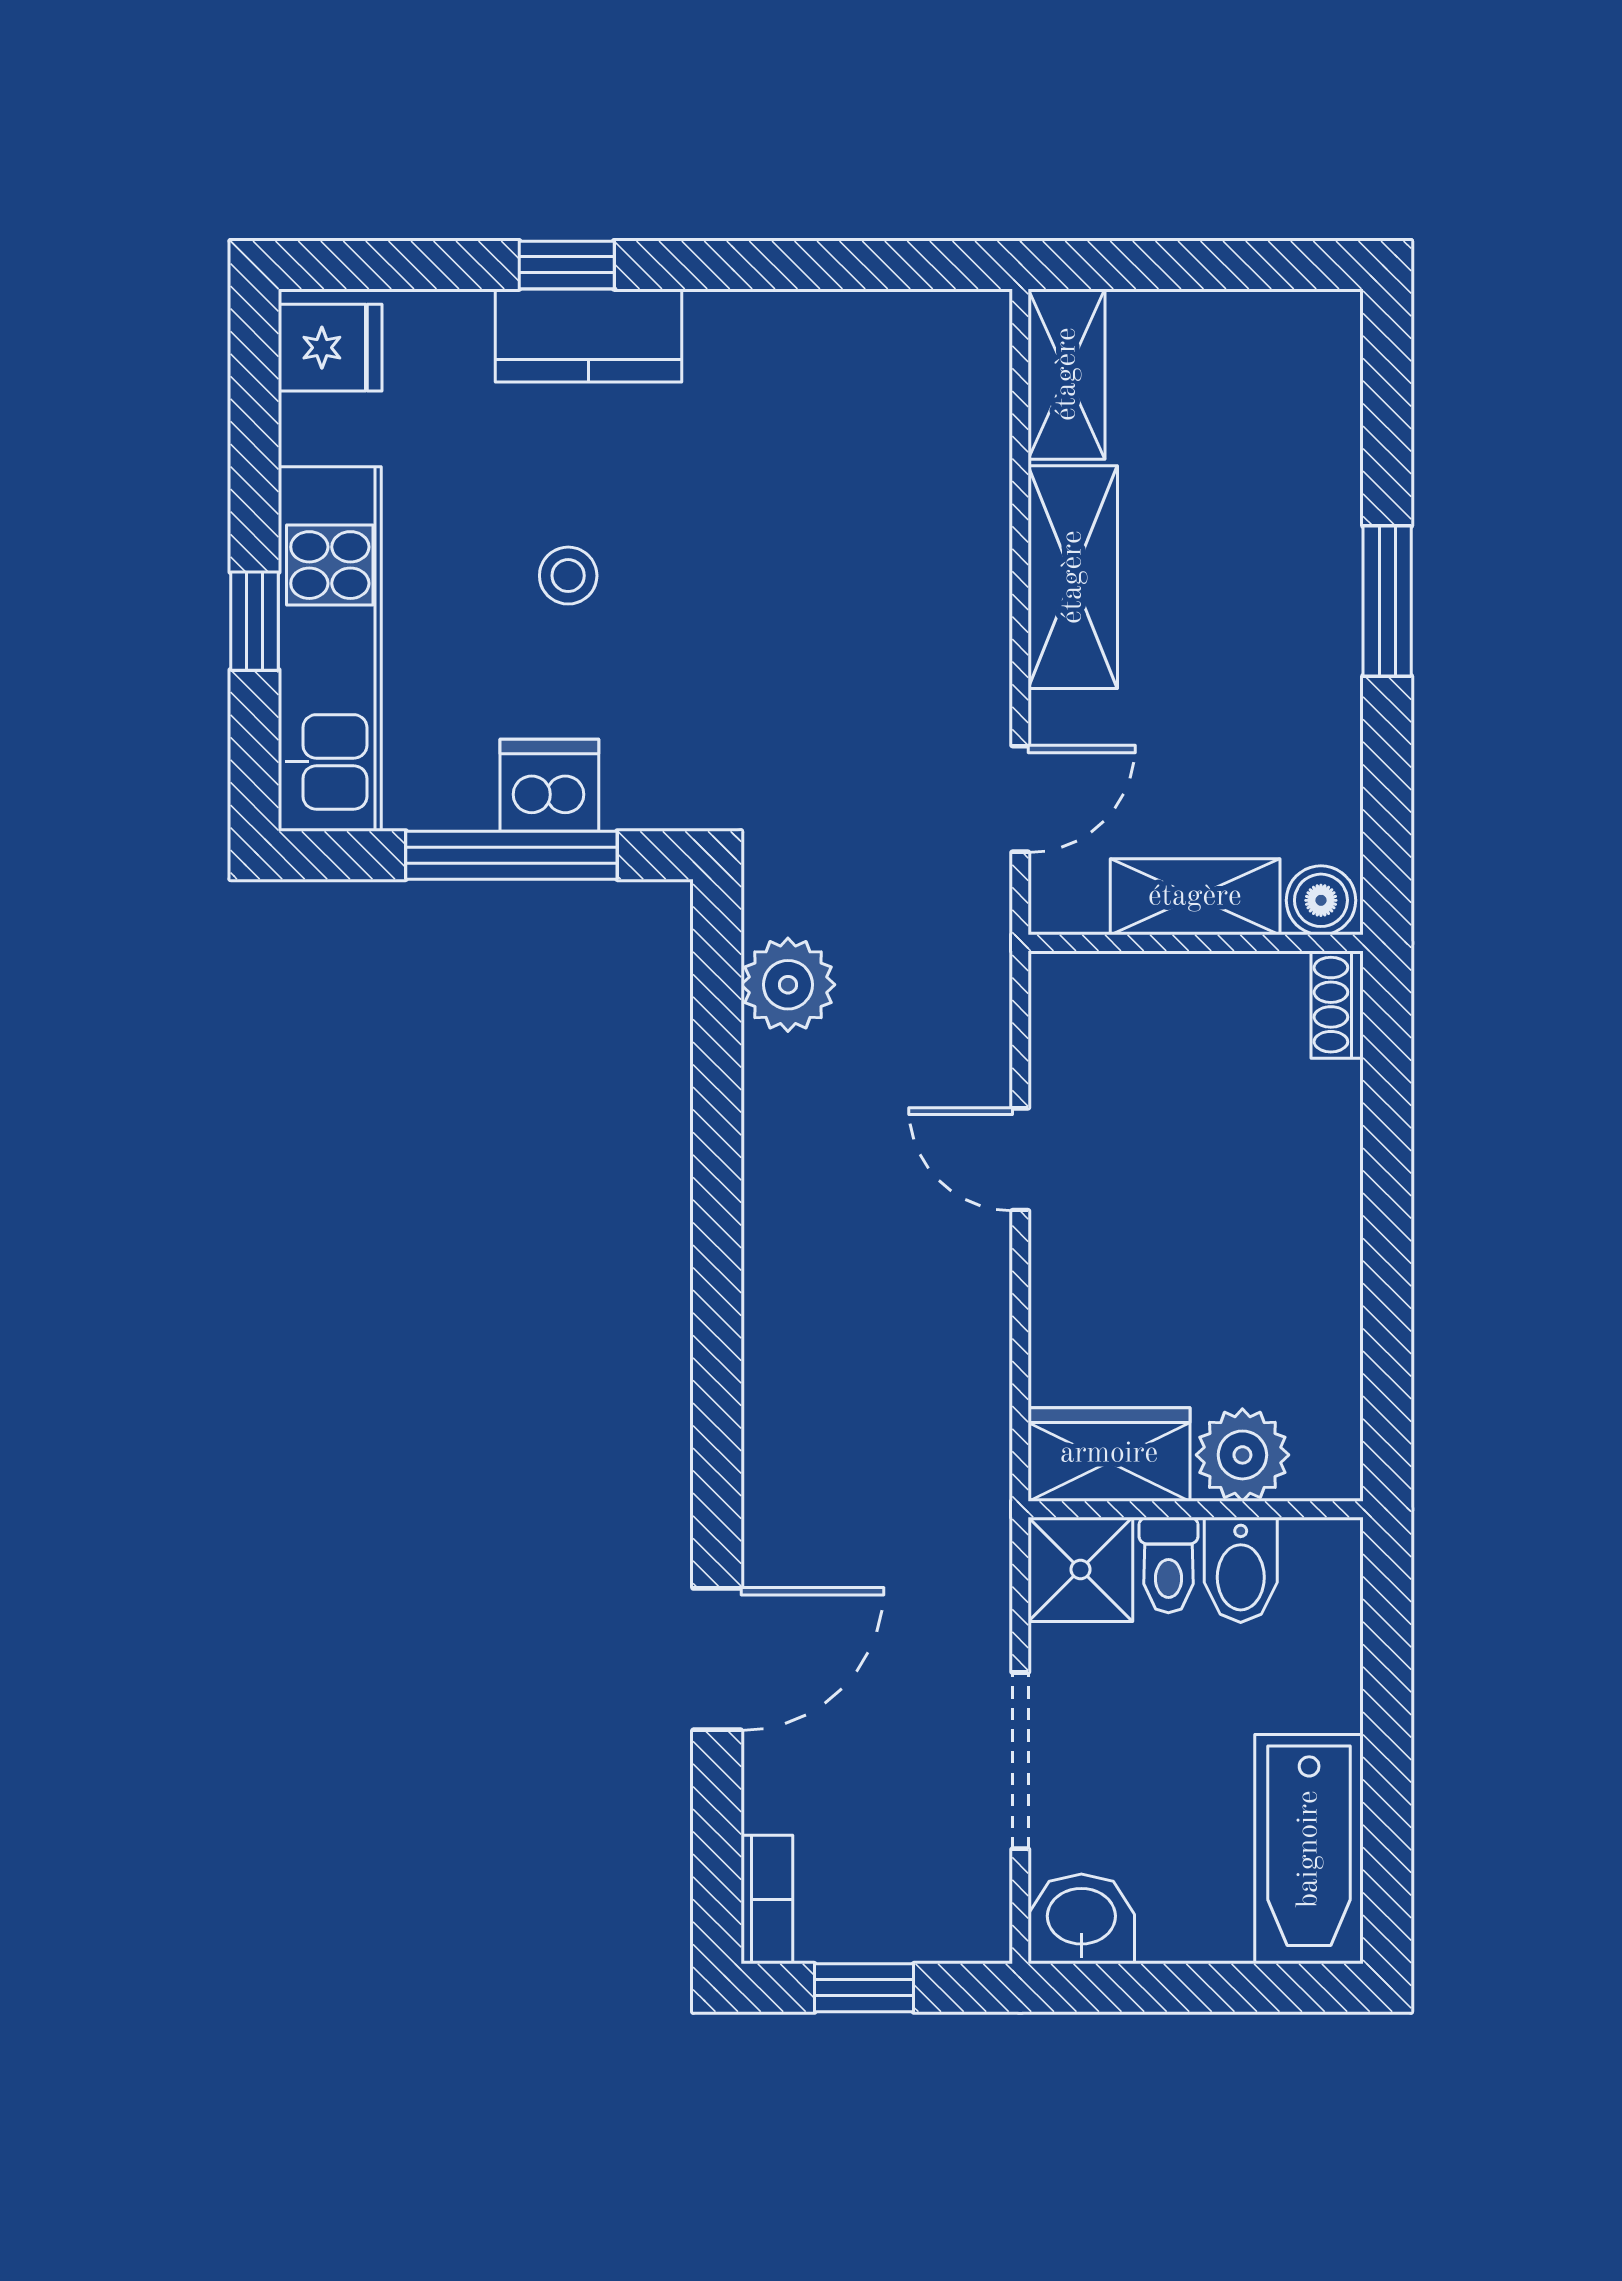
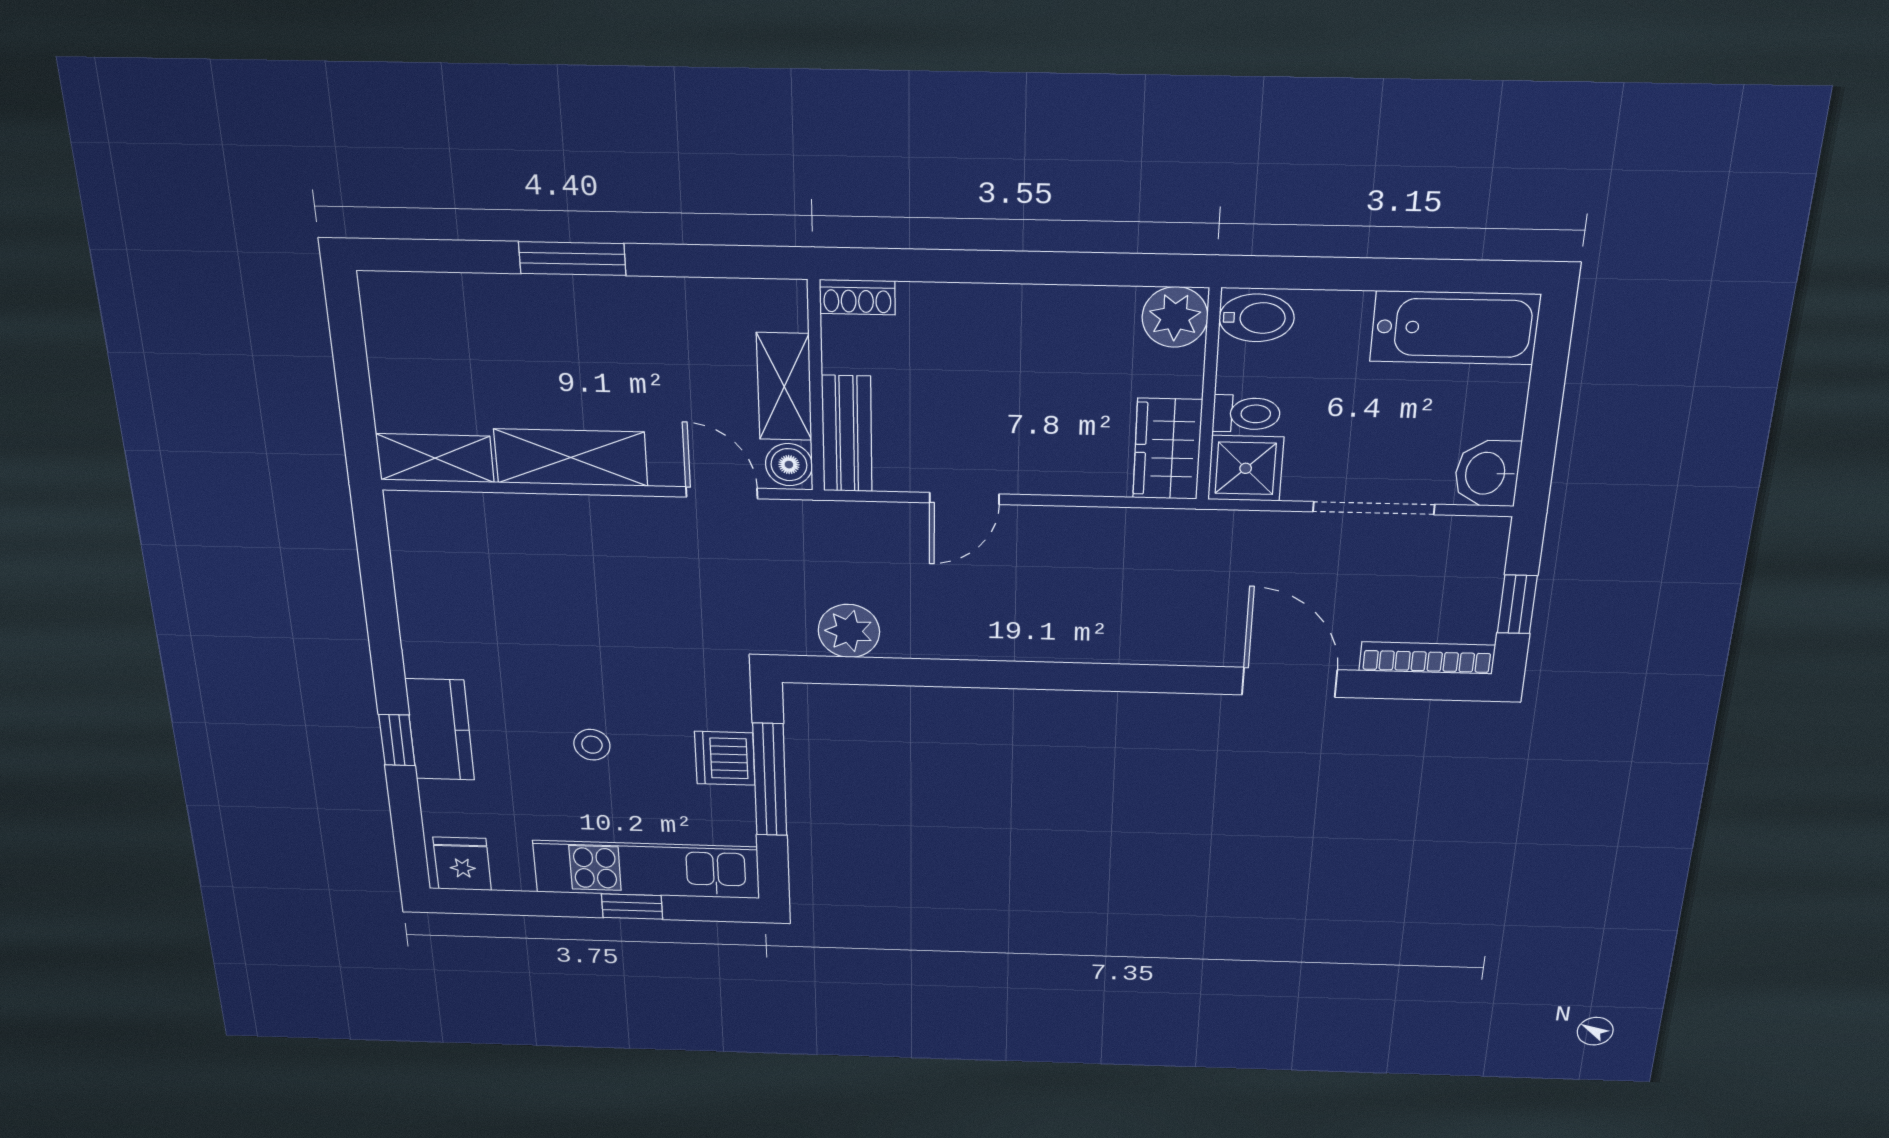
boiler: (1321, 900) -> (789, 465), moved
bench: (1122, 987) -> (847, 434), added
plant: (1242, 1455) -> (1175, 317), moved
bidet: (1241, 1570) -> (1257, 318), moved
bookcase: (767, 1900) -> (1427, 658), width x1.56

